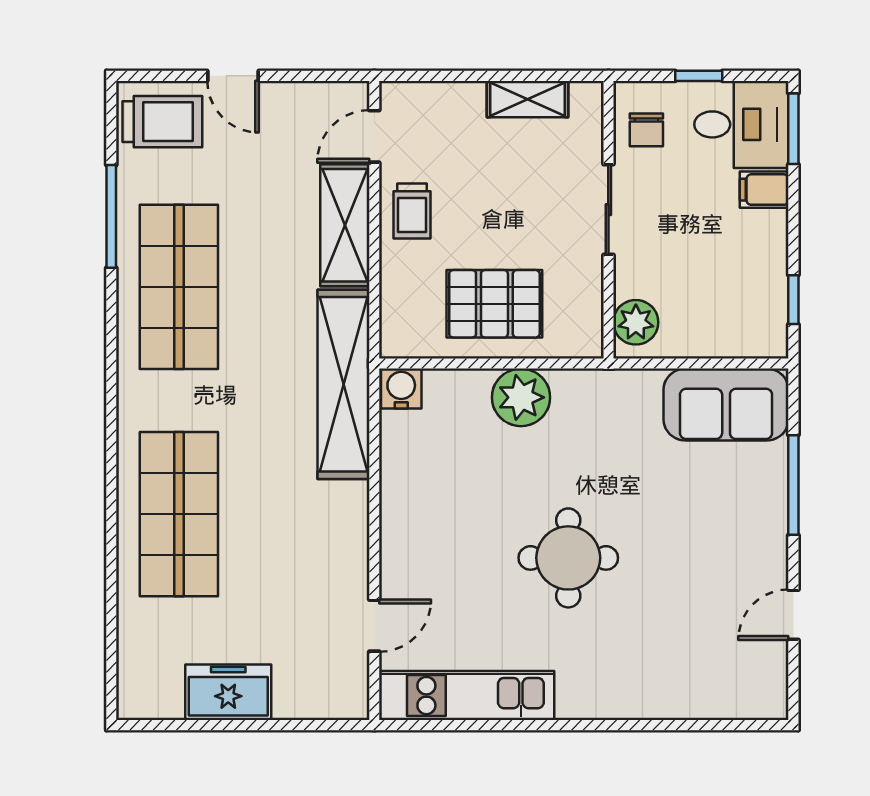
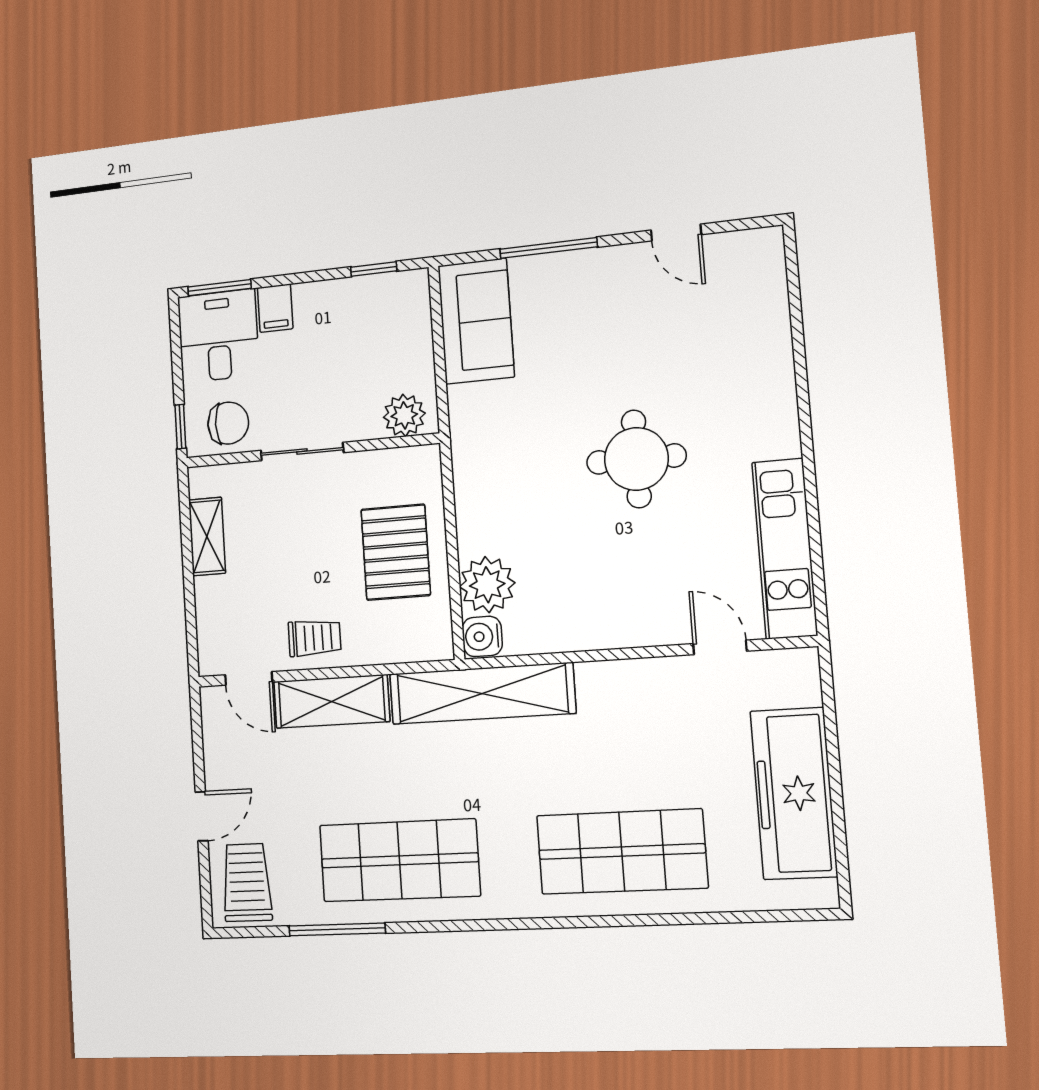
window: (699, 76) -> (180, 427), moved
chair: (646, 130) -> (228, 423), width x1.37, depth x1.37
plant: (521, 397) -> (487, 585), moved
freezer: (228, 692) -> (794, 793), width x1.91, depth x1.26

